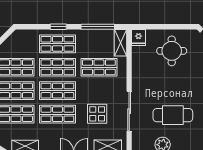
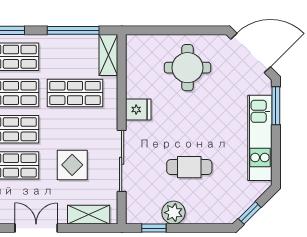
fridge: (138, 37) -> (138, 109), moved, turned -90
cafe table: (173, 115) -> (189, 167), width x0.73, depth x0.74

